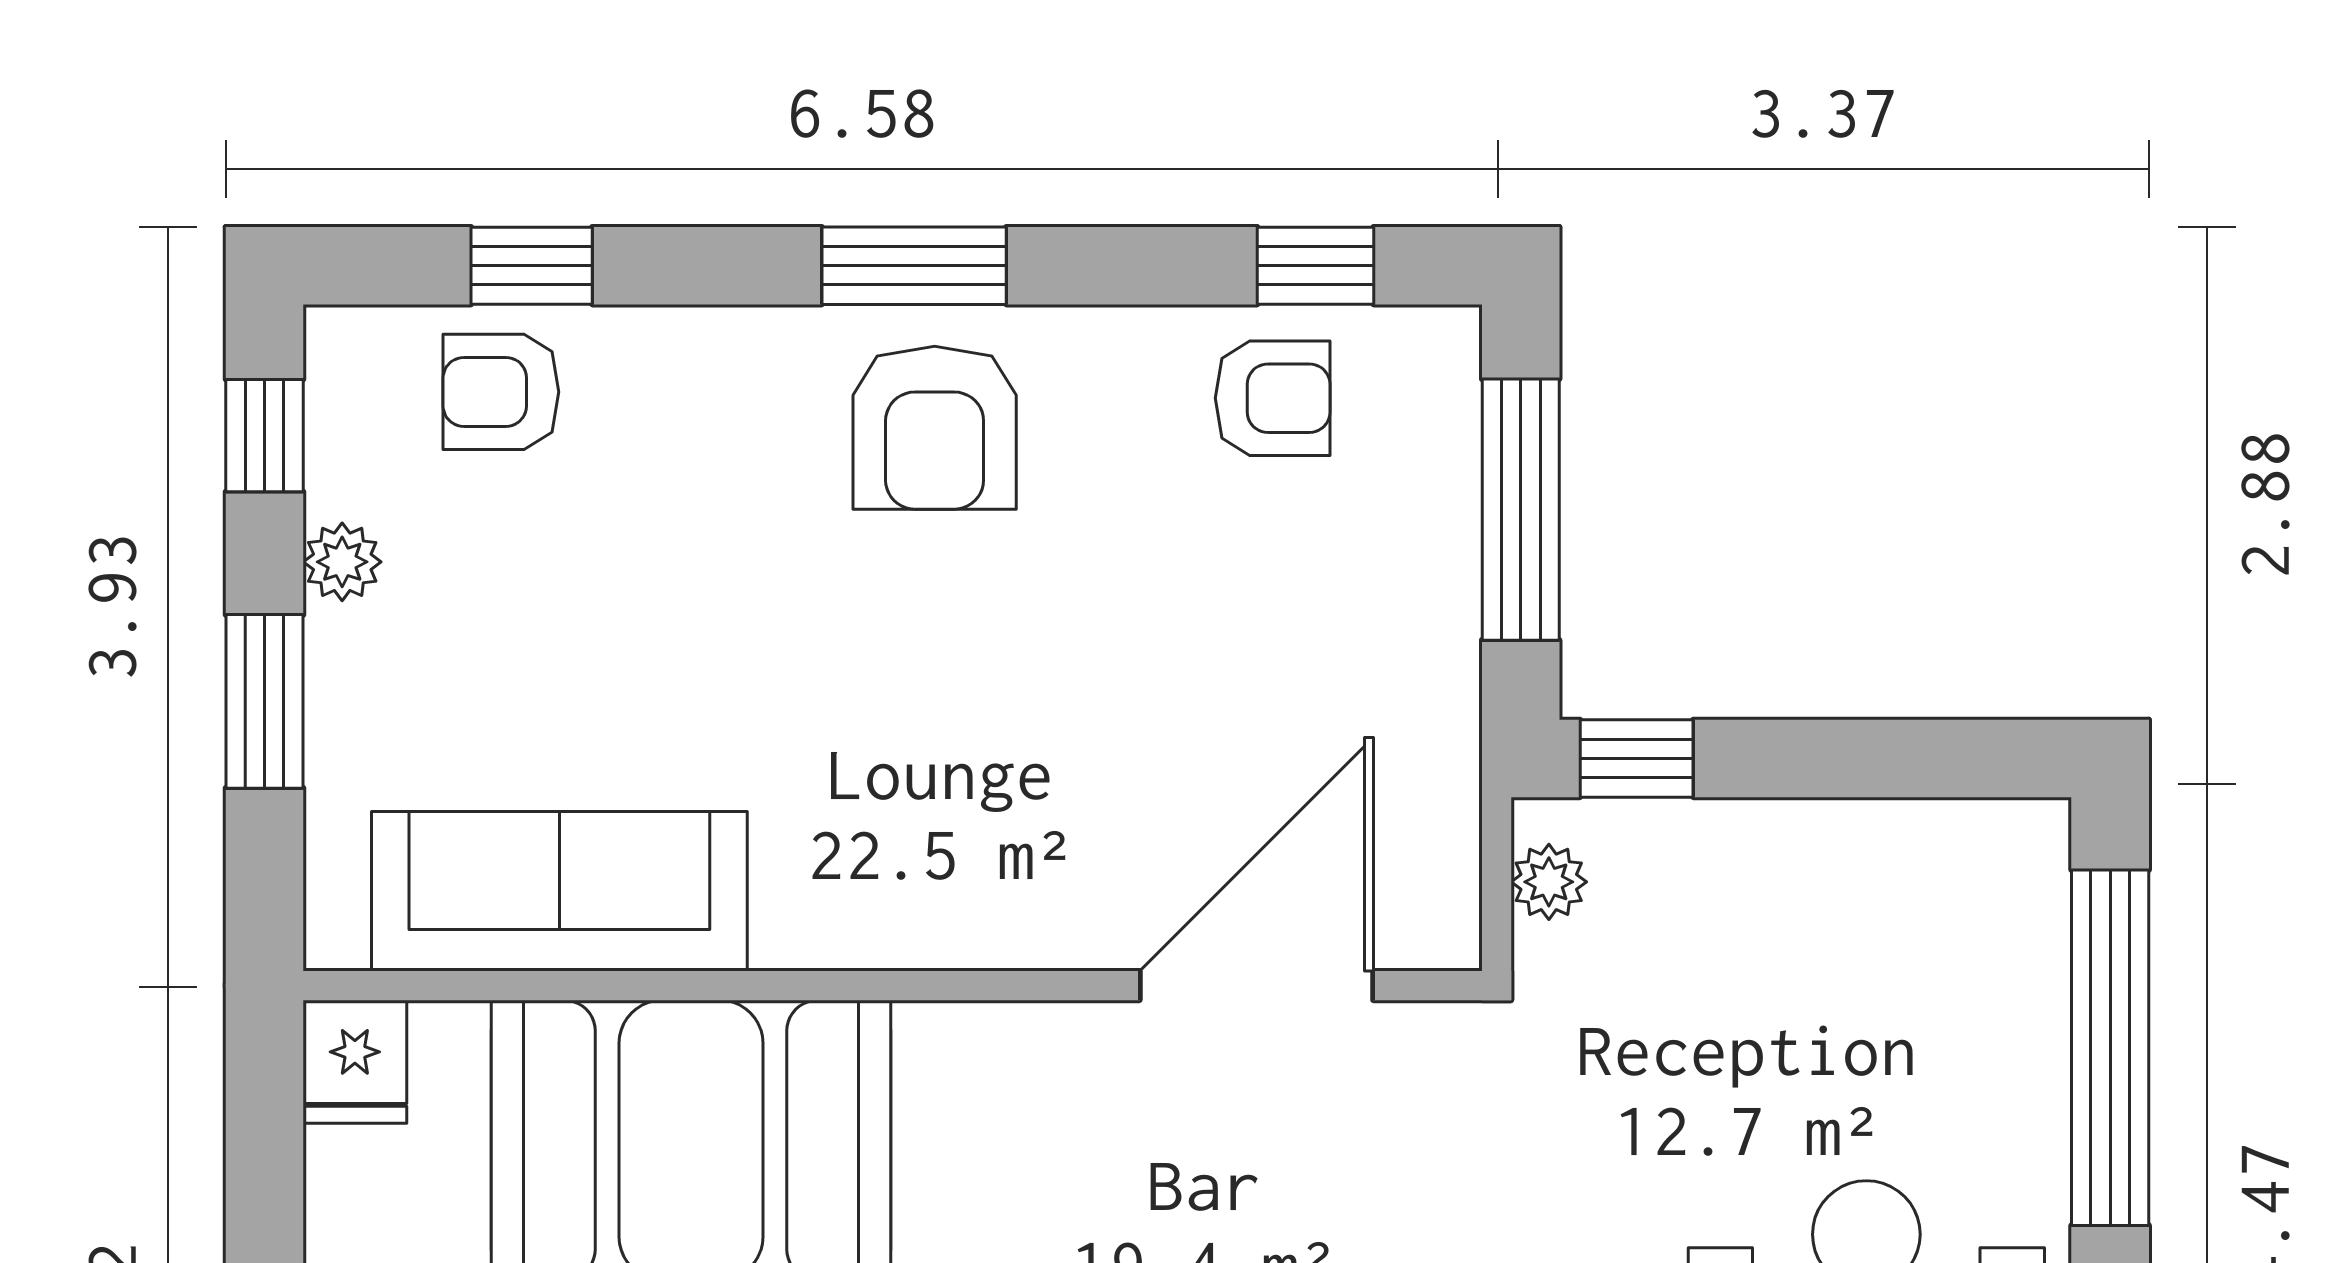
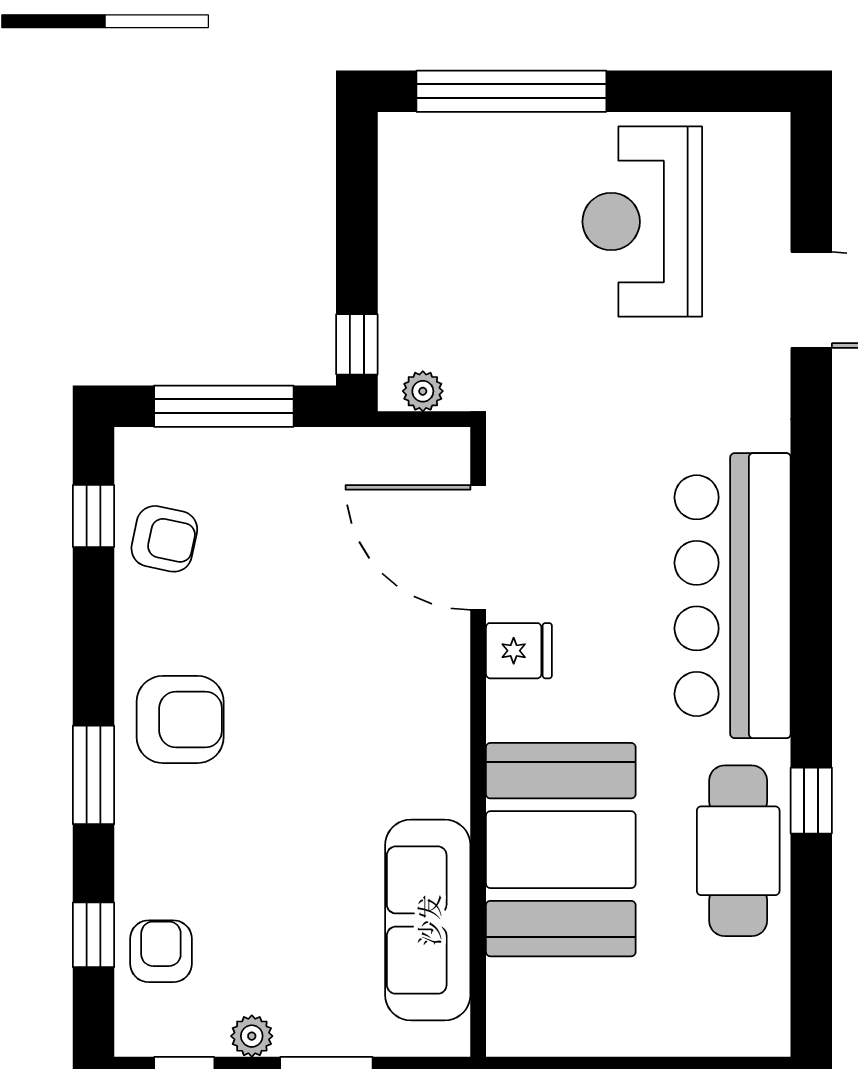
window: (914, 266) -> (93, 775), moved
armchair: (501, 392) -> (161, 951), turned 180
armchair: (1273, 398) -> (164, 539), turned 102
fridge: (355, 1062) -> (519, 651), moved

